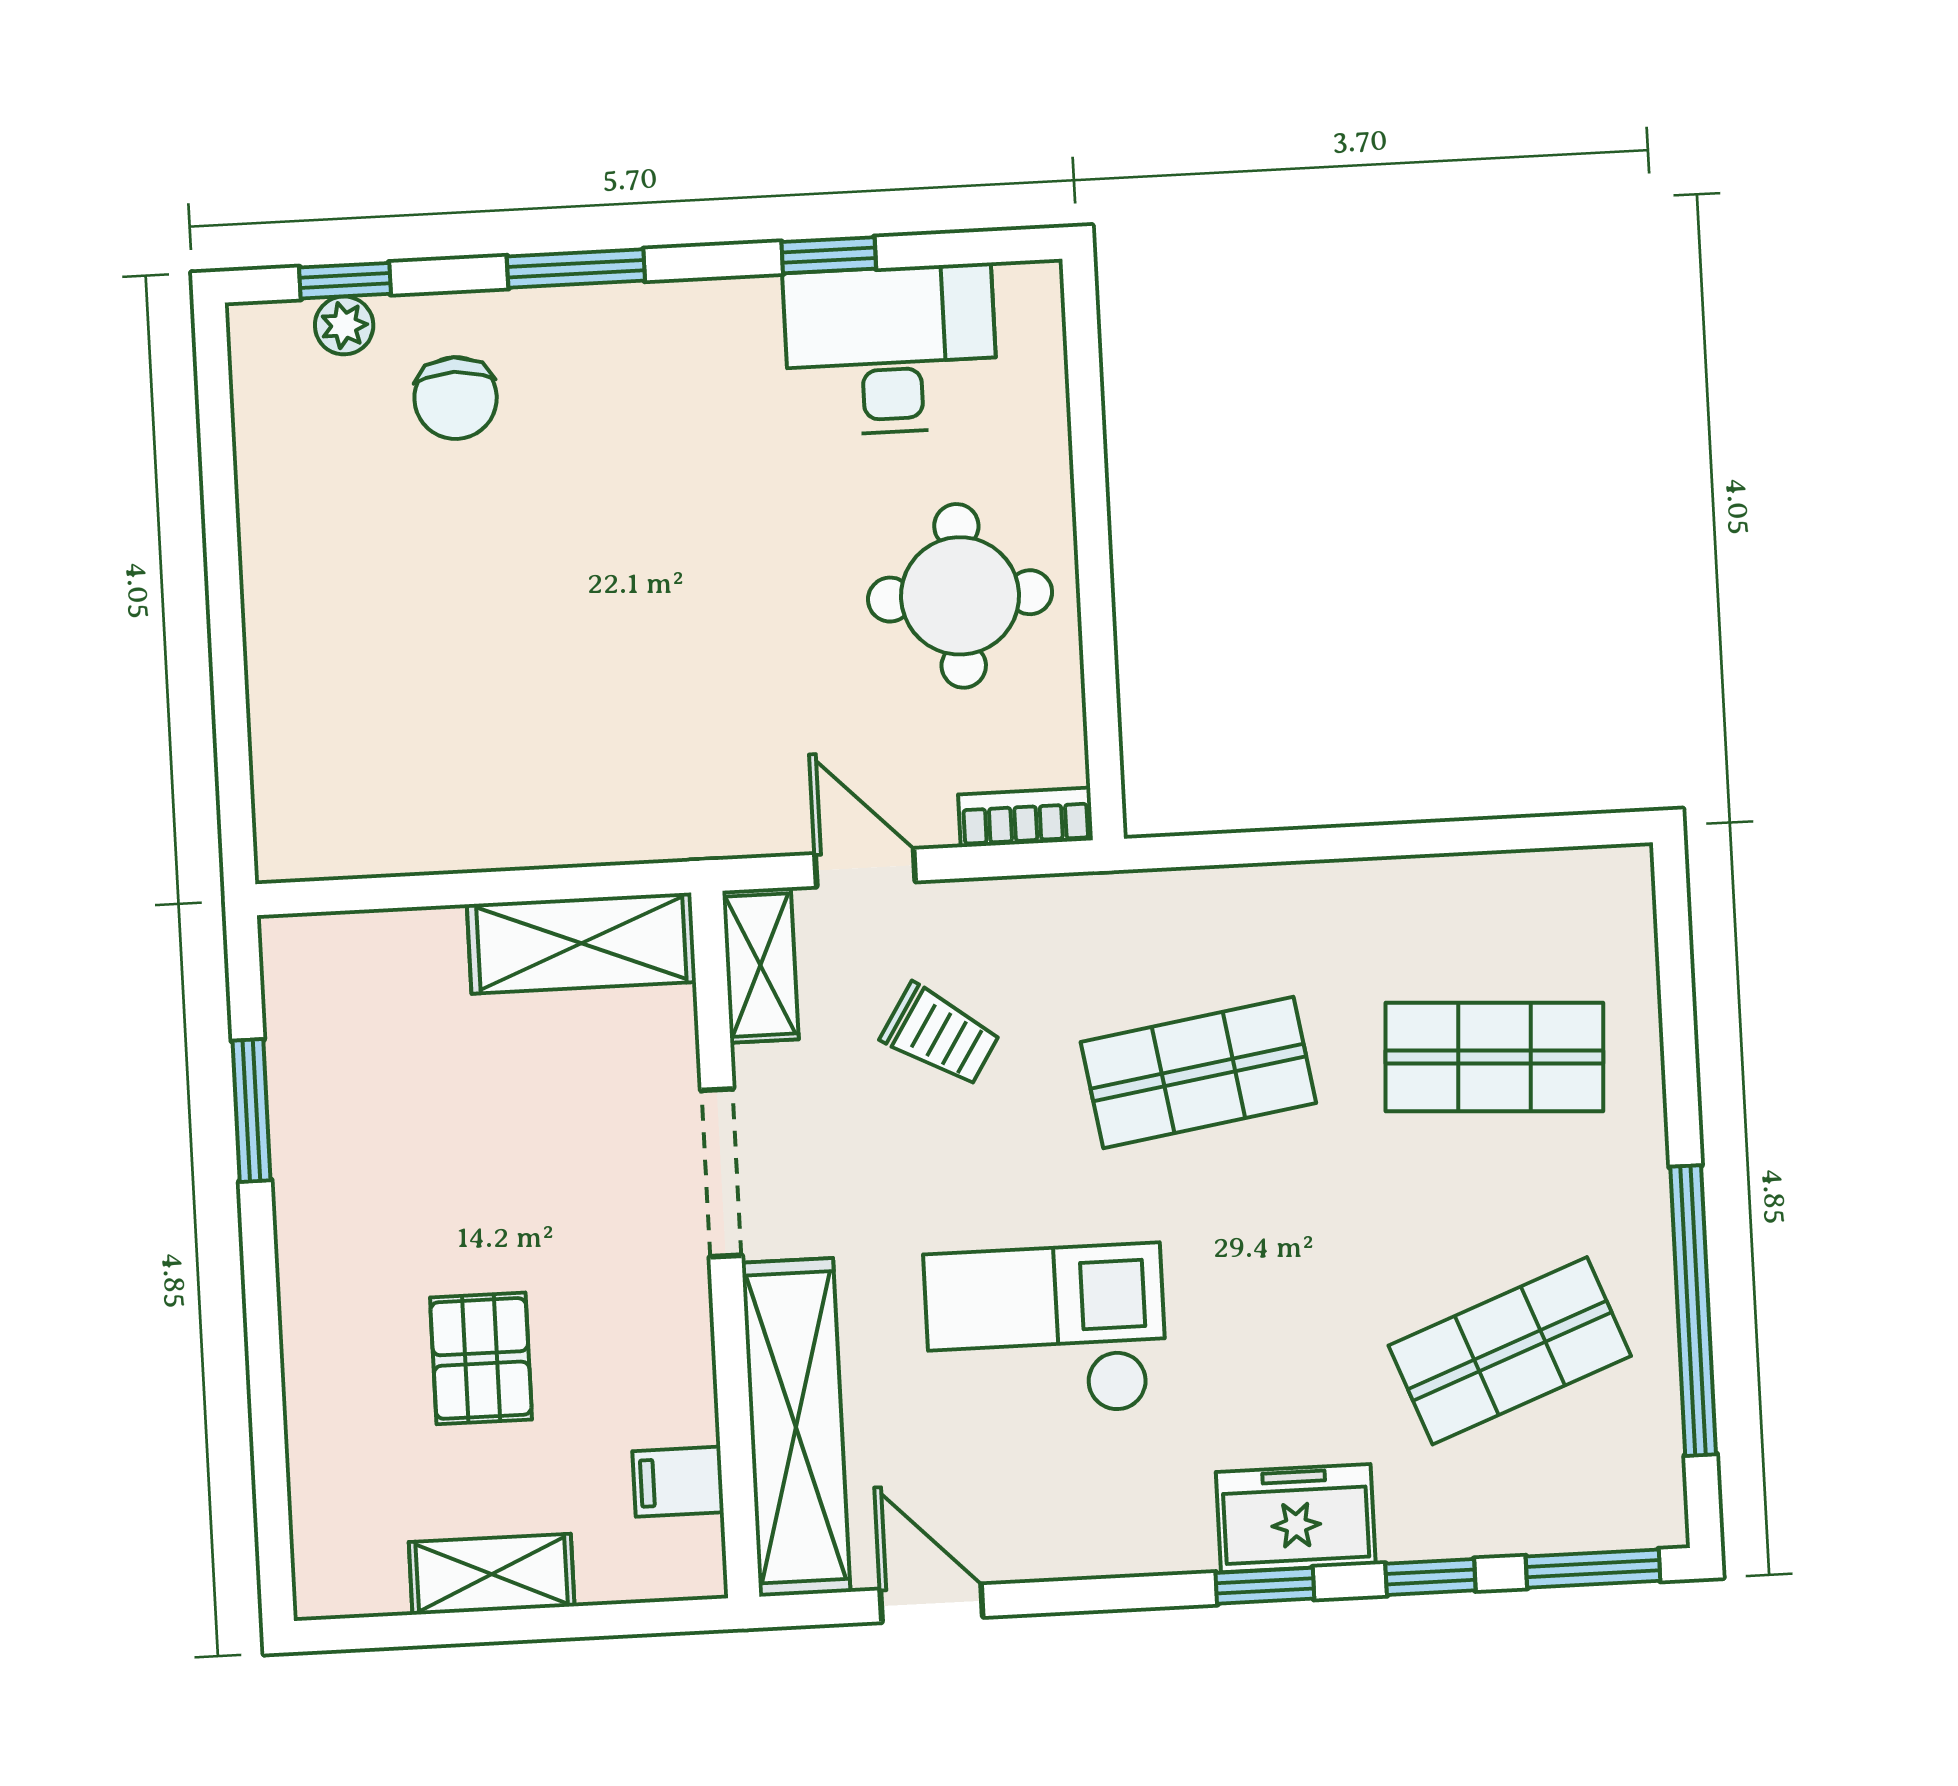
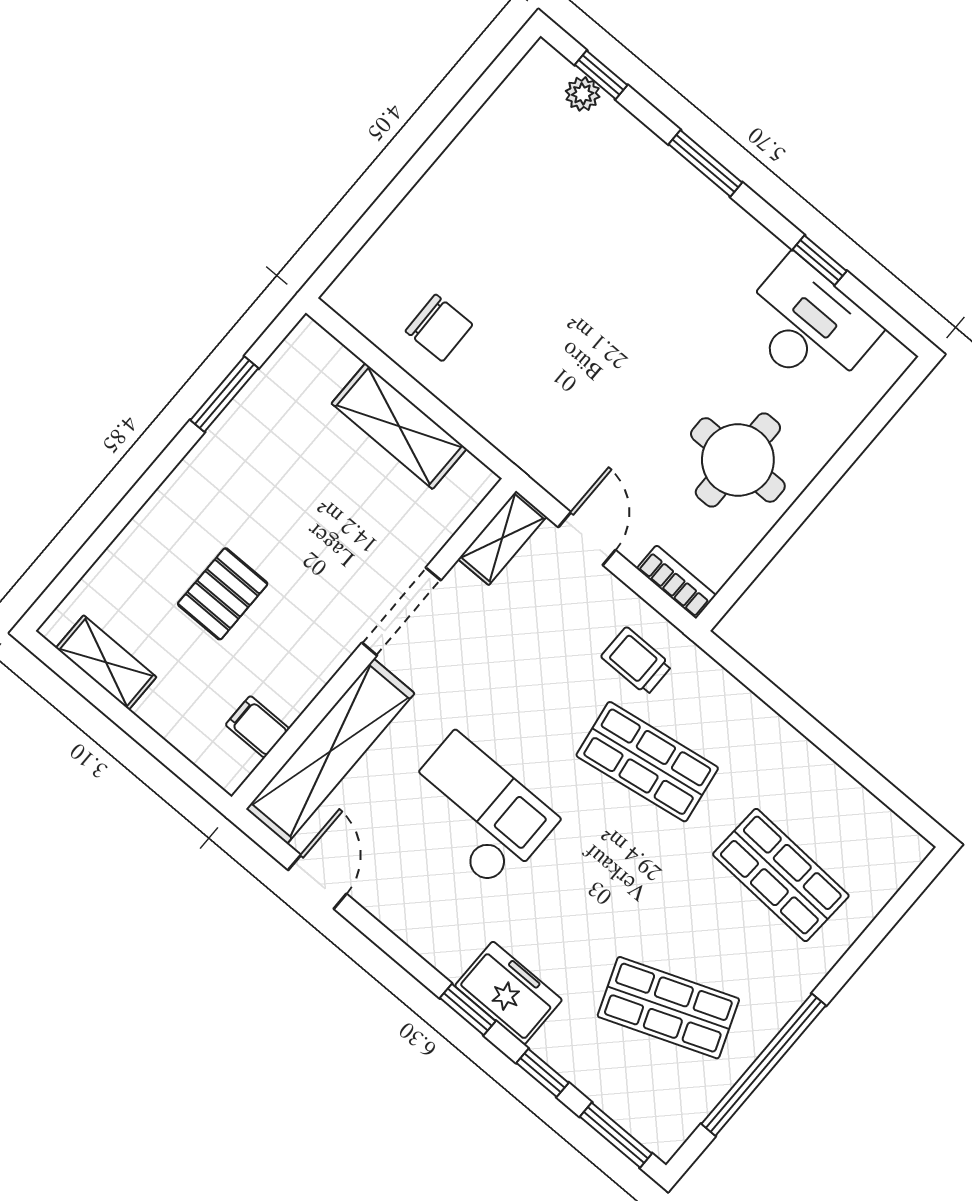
chair: (456, 398) -> (439, 328), moved, turned -91
shelving: (581, 943) -> (399, 426), moved
trolley: (940, 1035) -> (637, 661), moved, turned 148
shelving: (492, 1574) -> (106, 662), moved

